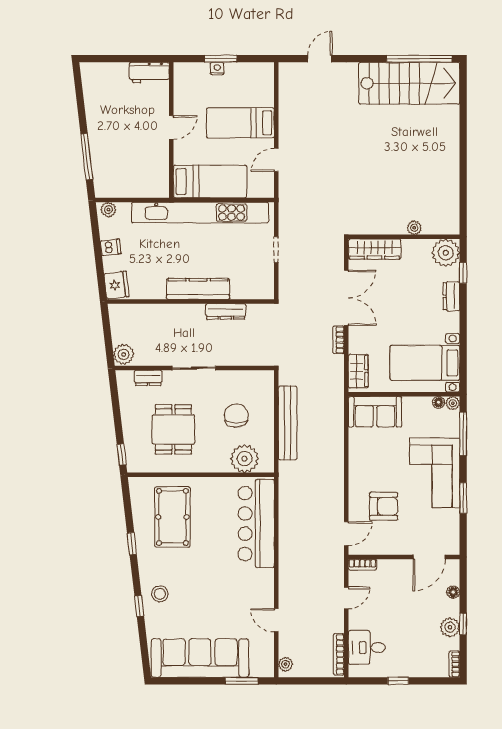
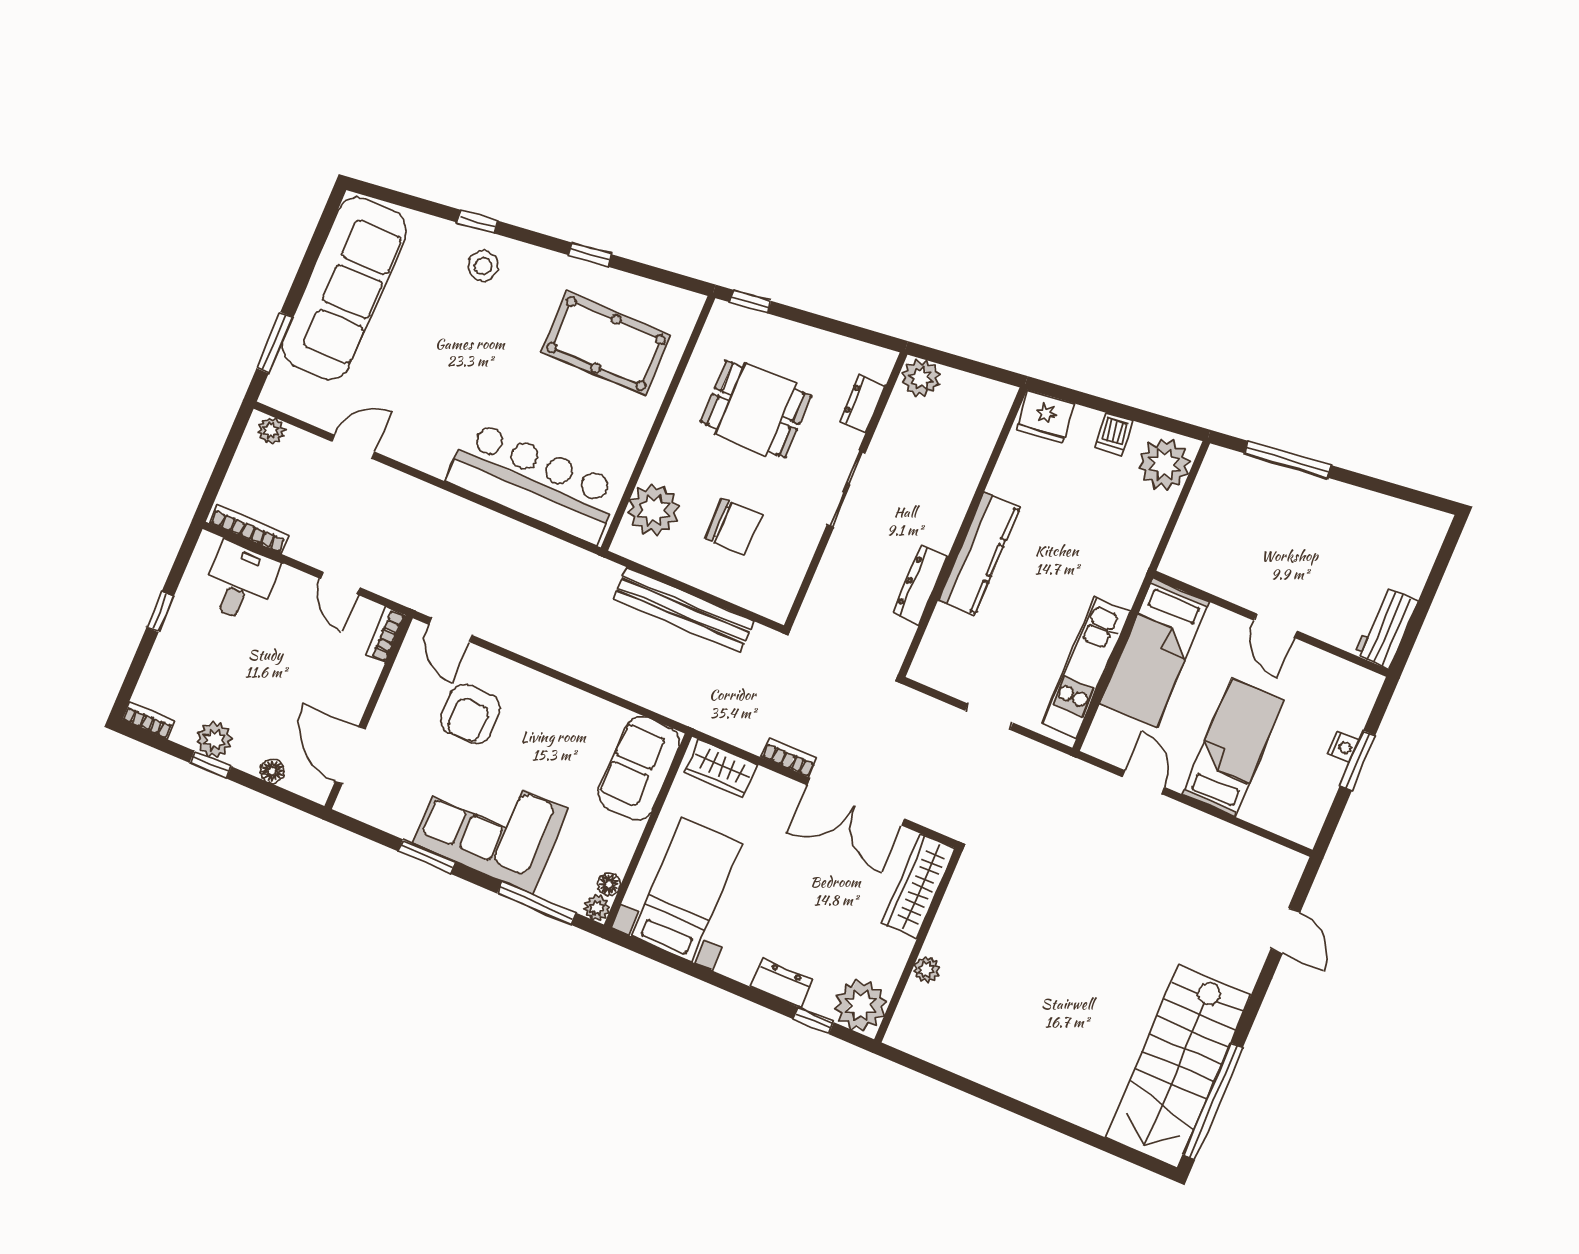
plant: (108, 210) -> (1164, 464), width x1.87, depth x1.87
kitchen unit: (200, 213) -> (1086, 667), width x0.54

